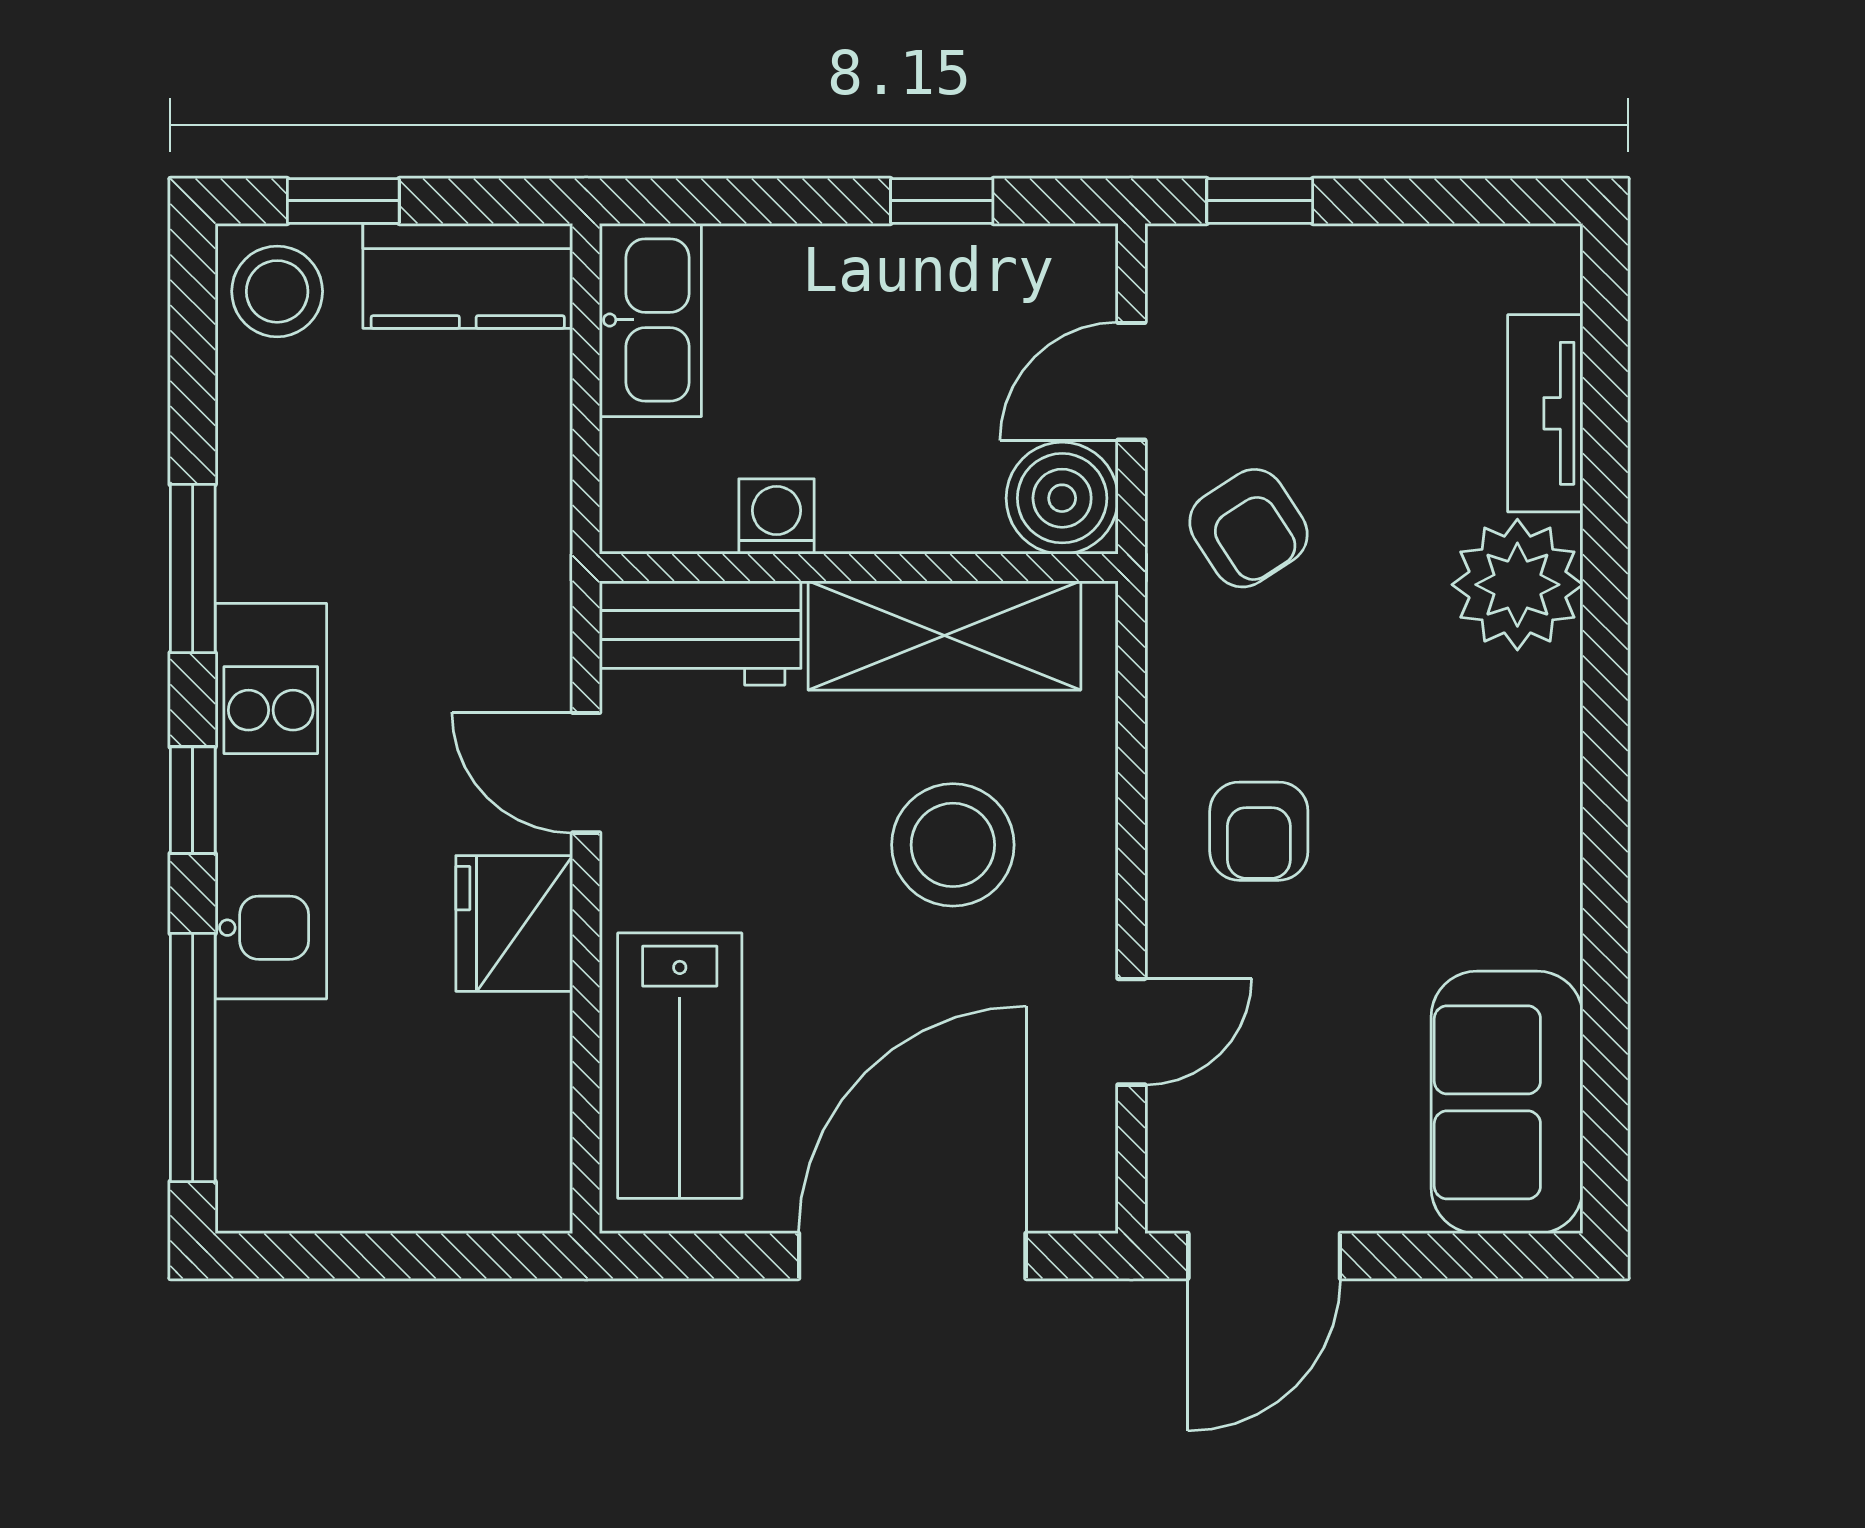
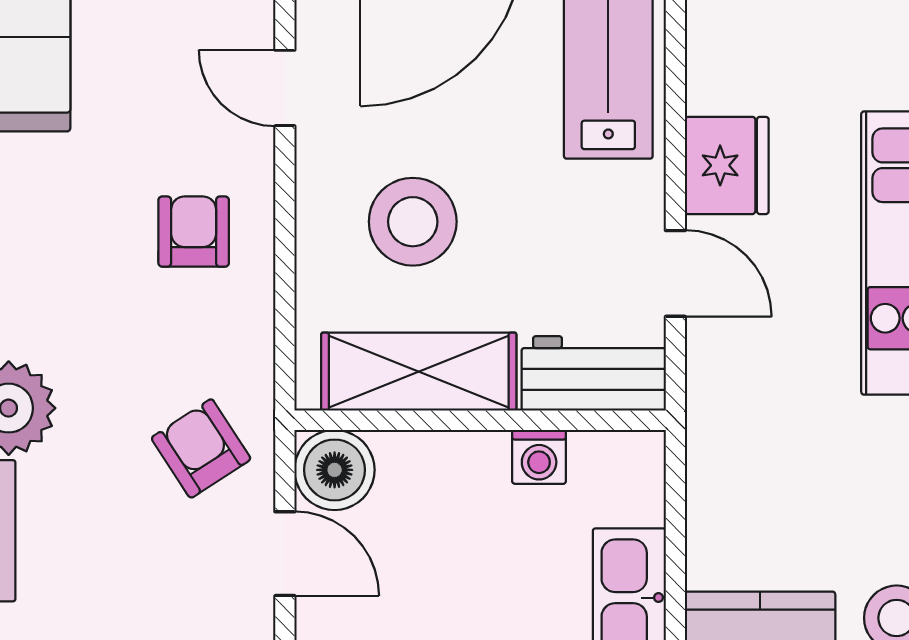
door: (1131, 381) -> (285, 554), hinge flipped
door: (1131, 1032) -> (285, 88), hinge flipped

